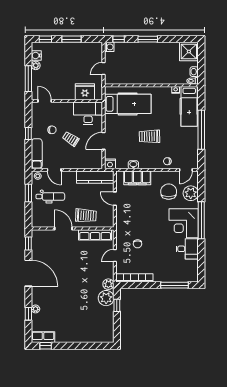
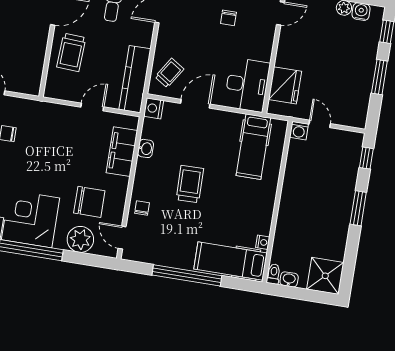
washing machine: (109, 47) -> (299, 131), moved
hospital bed: (128, 104) -> (253, 147), width x0.73, depth x0.78
trolley: (71, 139) -> (169, 73), moved
door: (104, 141) -> (195, 104), hinge flipped
row of seats: (95, 235) -> (35, 63), removed

